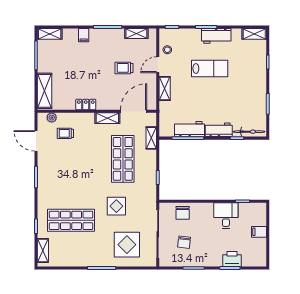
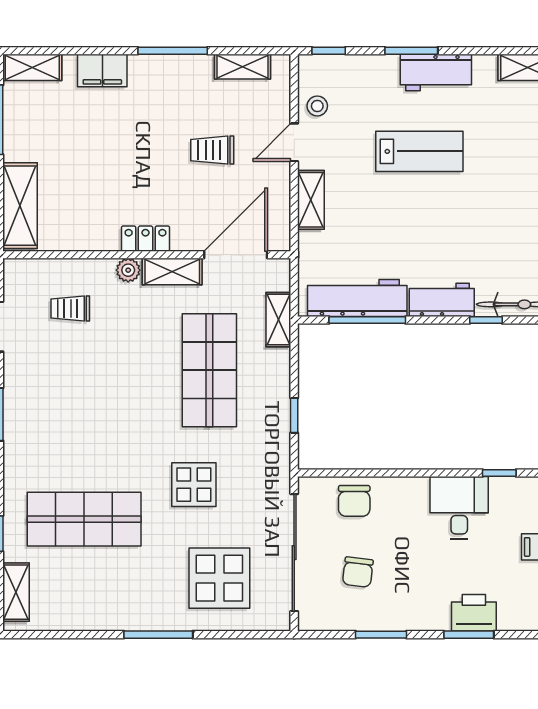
filing cabinet: (84, 35) -> (102, 70), width x2.00
locker: (86, 105) -> (145, 239), moved
plant: (52, 118) -> (128, 270), moved
workbench: (189, 129) -> (357, 298), width x1.38

